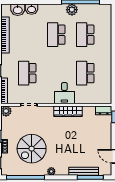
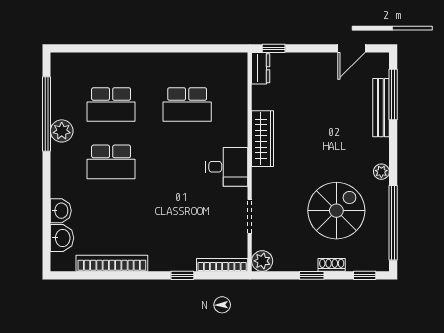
school desk: (27, 73) -> (187, 219), removed
desk: (64, 93) -> (227, 167), moved
spiral stairs: (32, 149) -> (336, 211), turned -90

